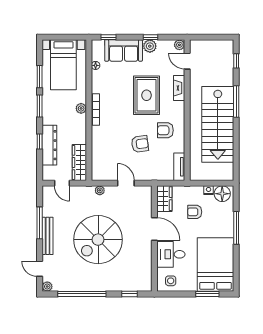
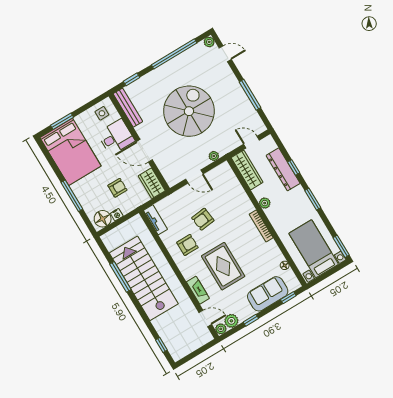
plant: (150, 46) -> (231, 321), moved
window: (40, 77) -> (341, 246), moved
window: (236, 102) -> (120, 277), moved
plant: (81, 108) -> (265, 203), moved
bench: (48, 236) -> (128, 108), moved

